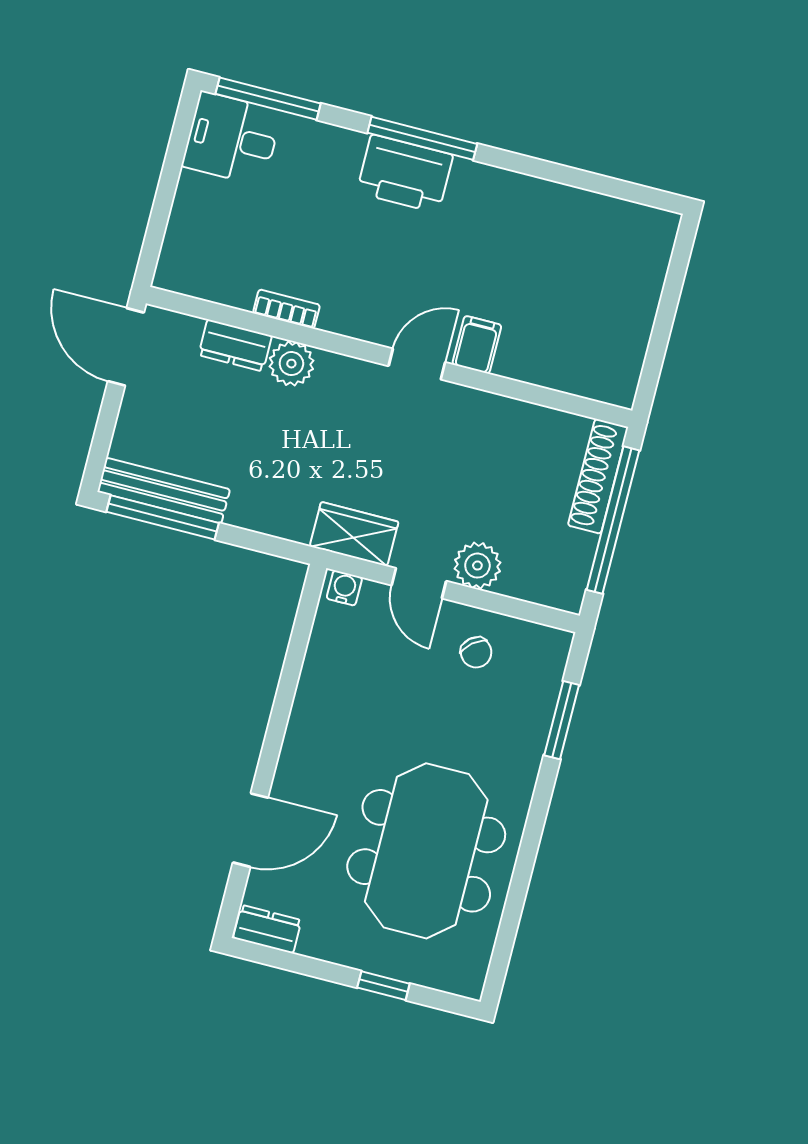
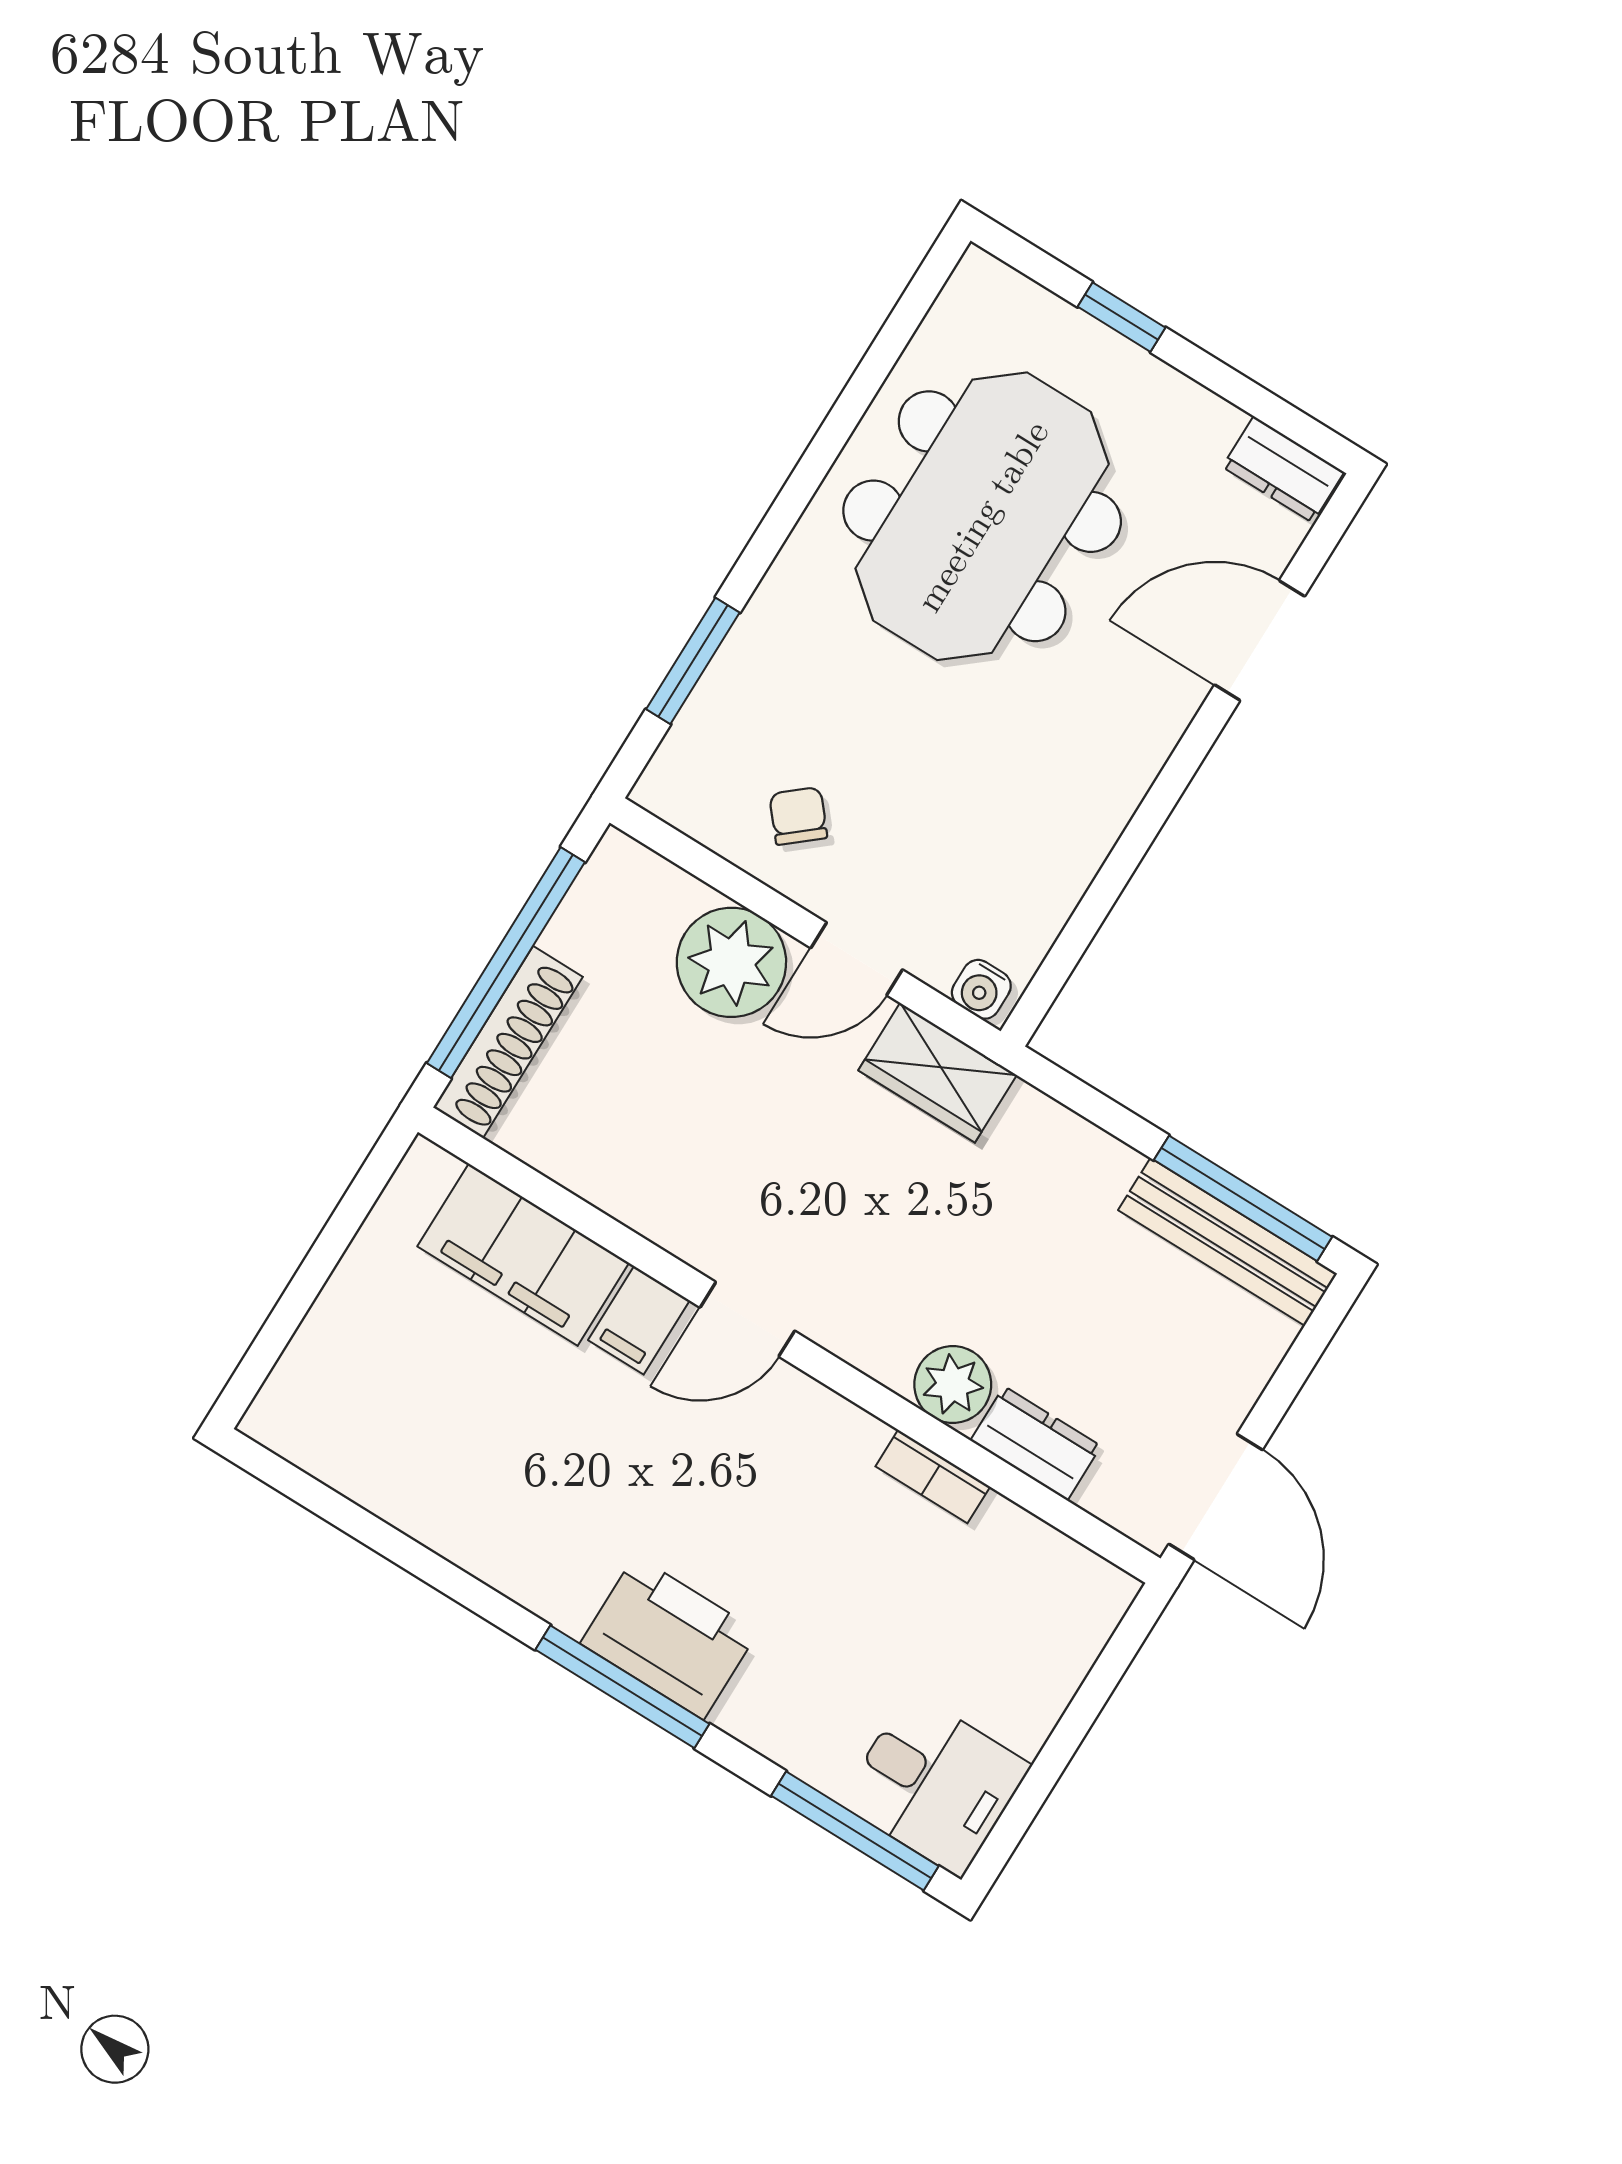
filing cabinet: (553, 361) -> (523, 1255), added
plant: (477, 566) -> (731, 962), width x1.36, depth x1.36
door: (419, 583) -> (857, 959), swing flipped

